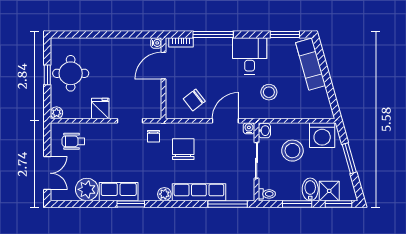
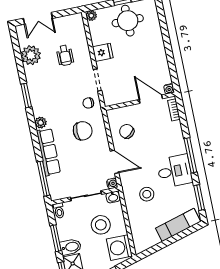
window: (213, 34) -> (190, 155), moved
wheelchair: (73, 141) -> (65, 55), moved, turned 180
row of seats: (119, 192) -> (35, 83), removed

